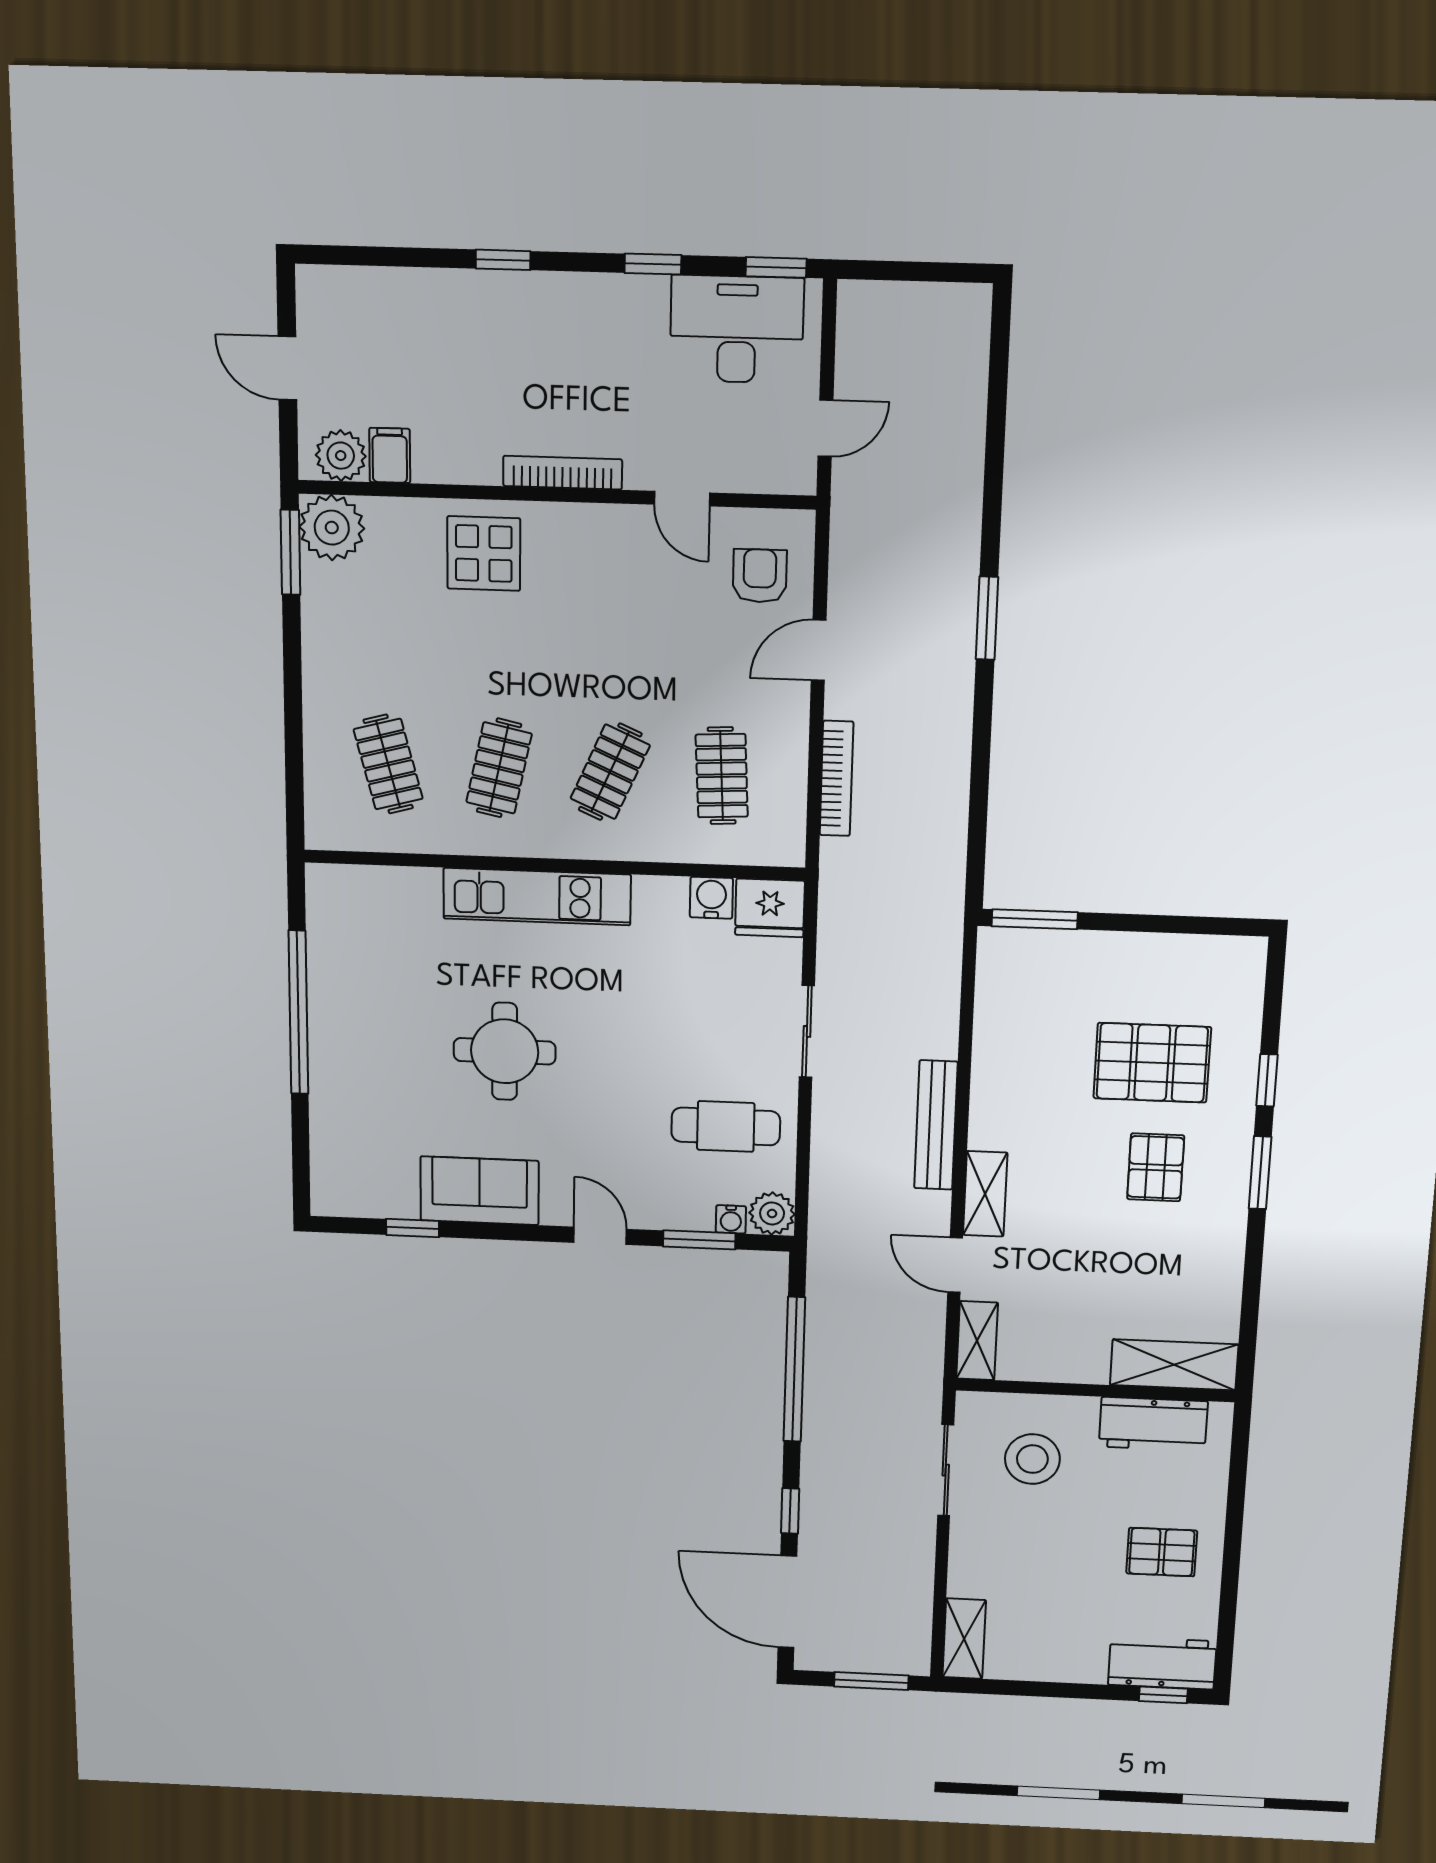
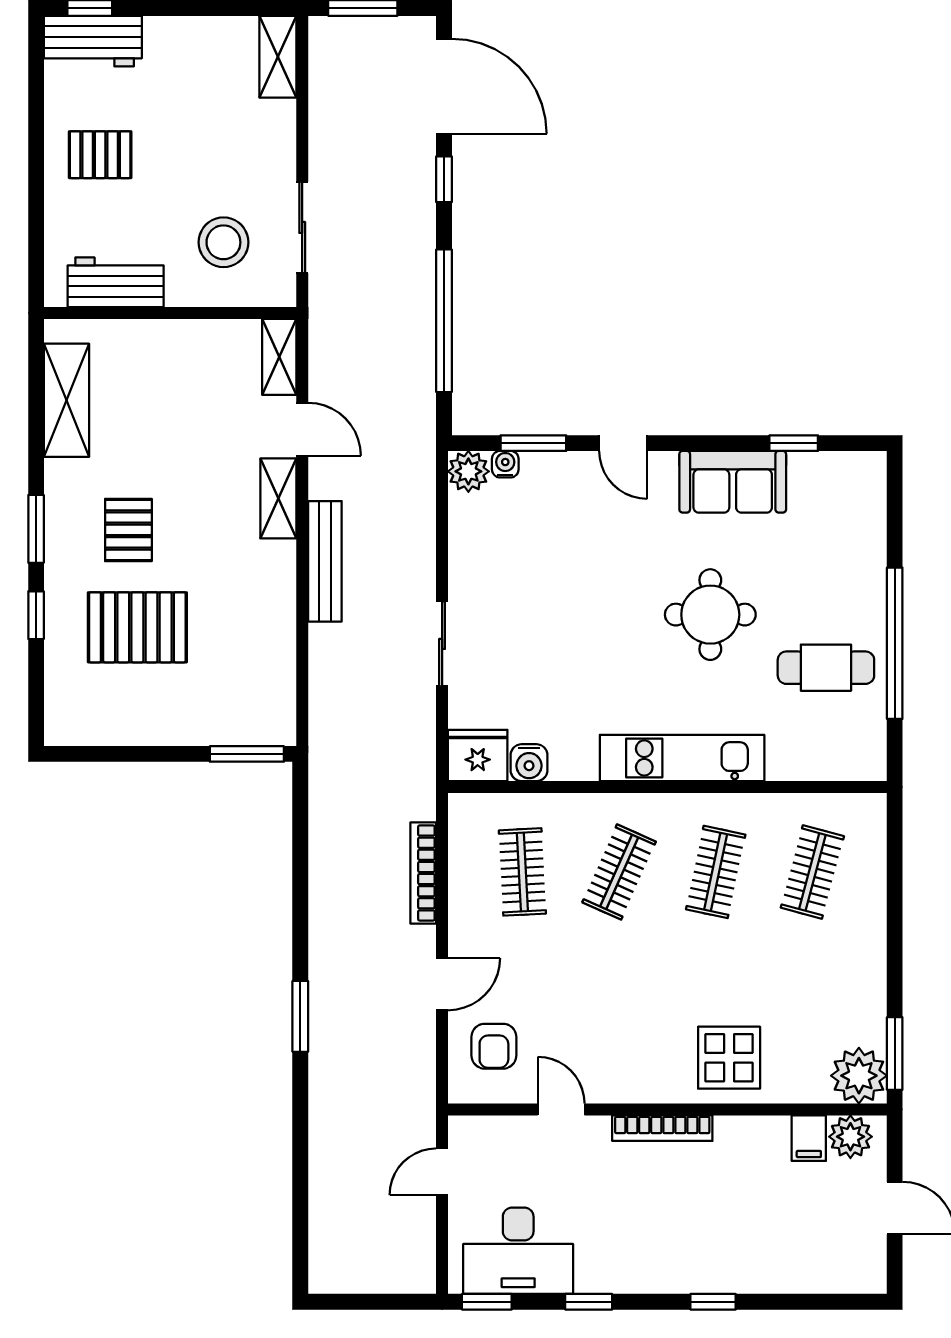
clothes rail: (388, 764) -> (812, 872), turned 30
cafe table: (726, 1126) -> (826, 668), moved
shelving: (1174, 1365) -> (66, 400), moved, turned 90

